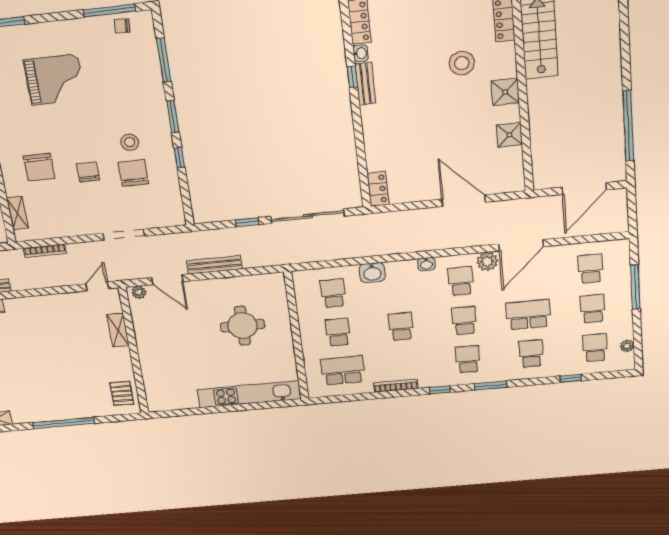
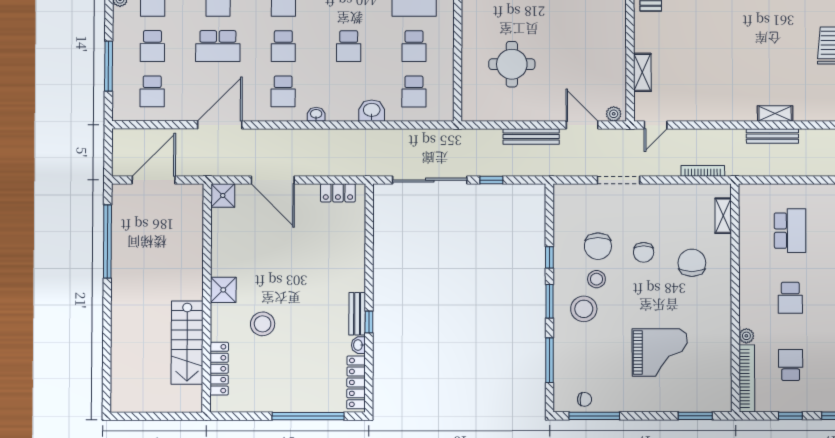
grand piano: (55, 80) -> (660, 353), turned 180
stool: (137, 113) -> (584, 309), added
shower: (509, 135) -> (223, 195), moved
locker: (378, 189) -> (338, 193), moved, turned -90
plant: (487, 262) -> (255, 110), removed

